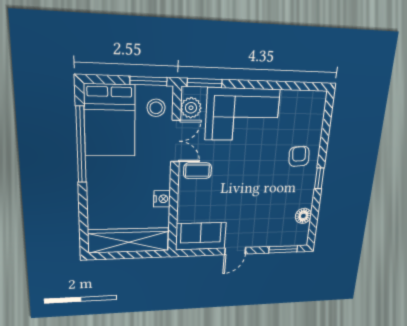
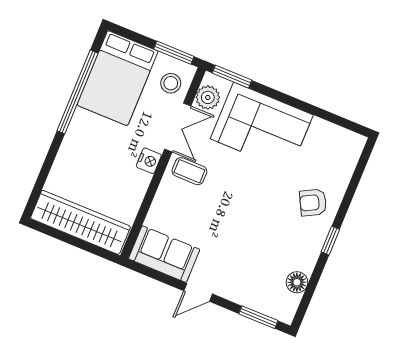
armchair: (299, 156) -> (313, 203), turned -113
nightstand: (162, 199) -> (149, 161), moved

